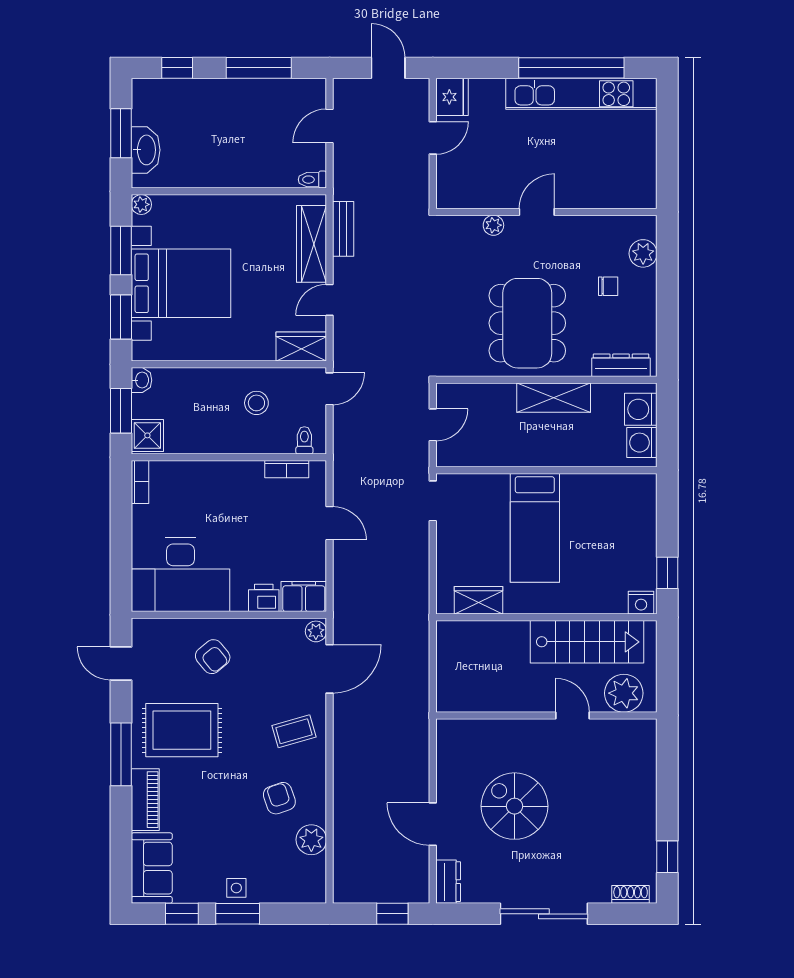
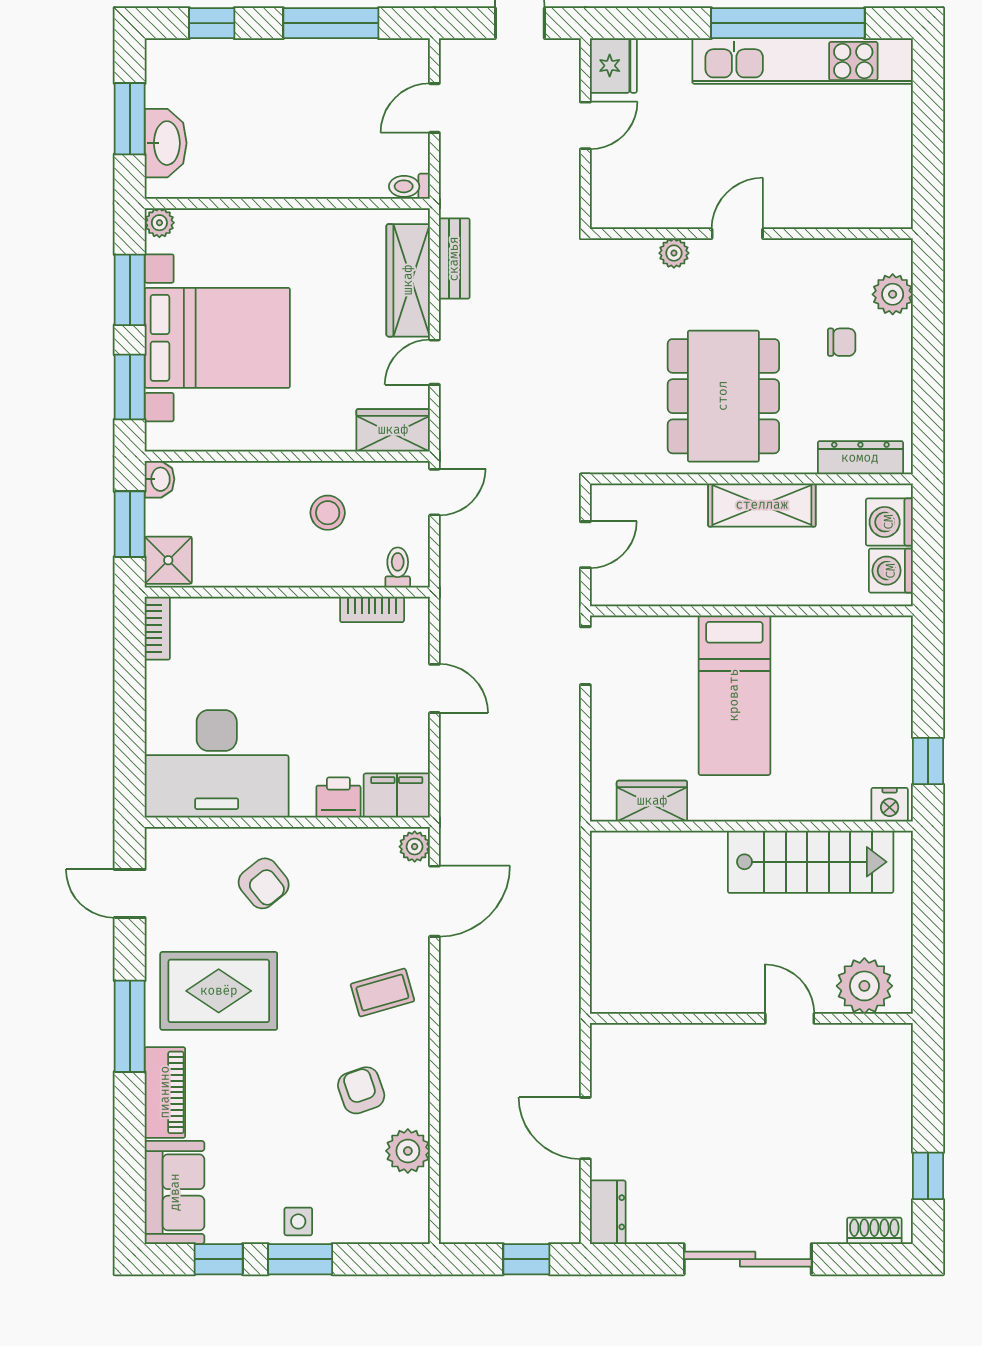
plant: (624, 693) -> (864, 986), moved
wall: (546, 715) -> (751, 1018), moved
door: (573, 715) -> (790, 1018), moved
spiral stairs: (514, 806) -> (705, 1102), removed

